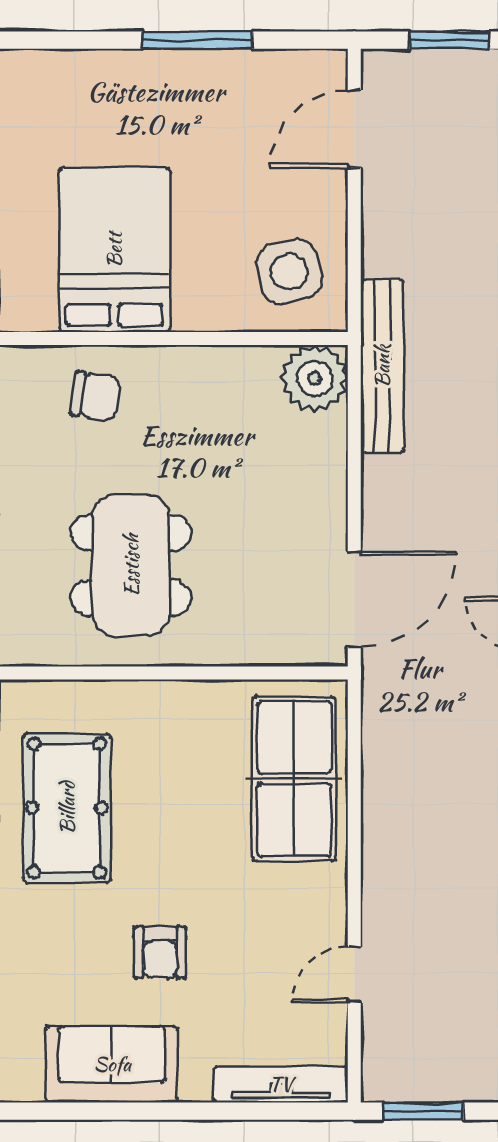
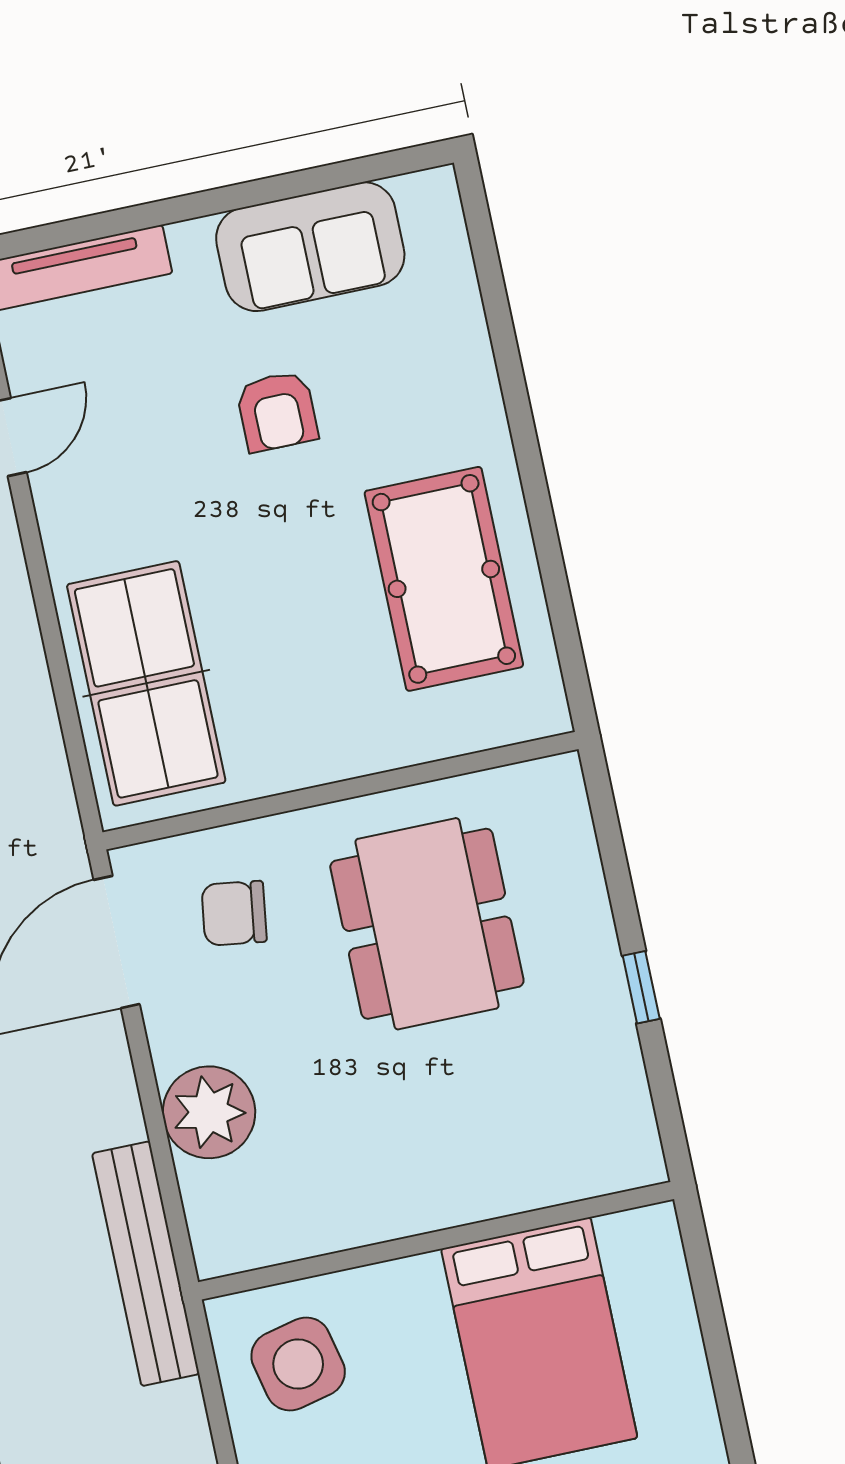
plant: (314, 378) -> (209, 1112), moved
chair: (95, 396) -> (234, 913), moved
armchair: (160, 952) -> (277, 411), turned 180

